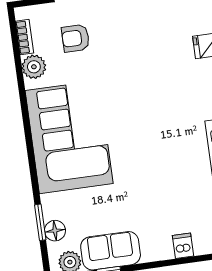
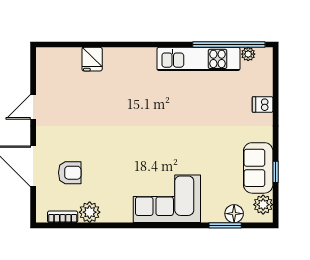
armchair: (75, 38) -> (70, 173), turned -90
corner sofa: (69, 137) -> (167, 199), width x0.73, depth x0.74

